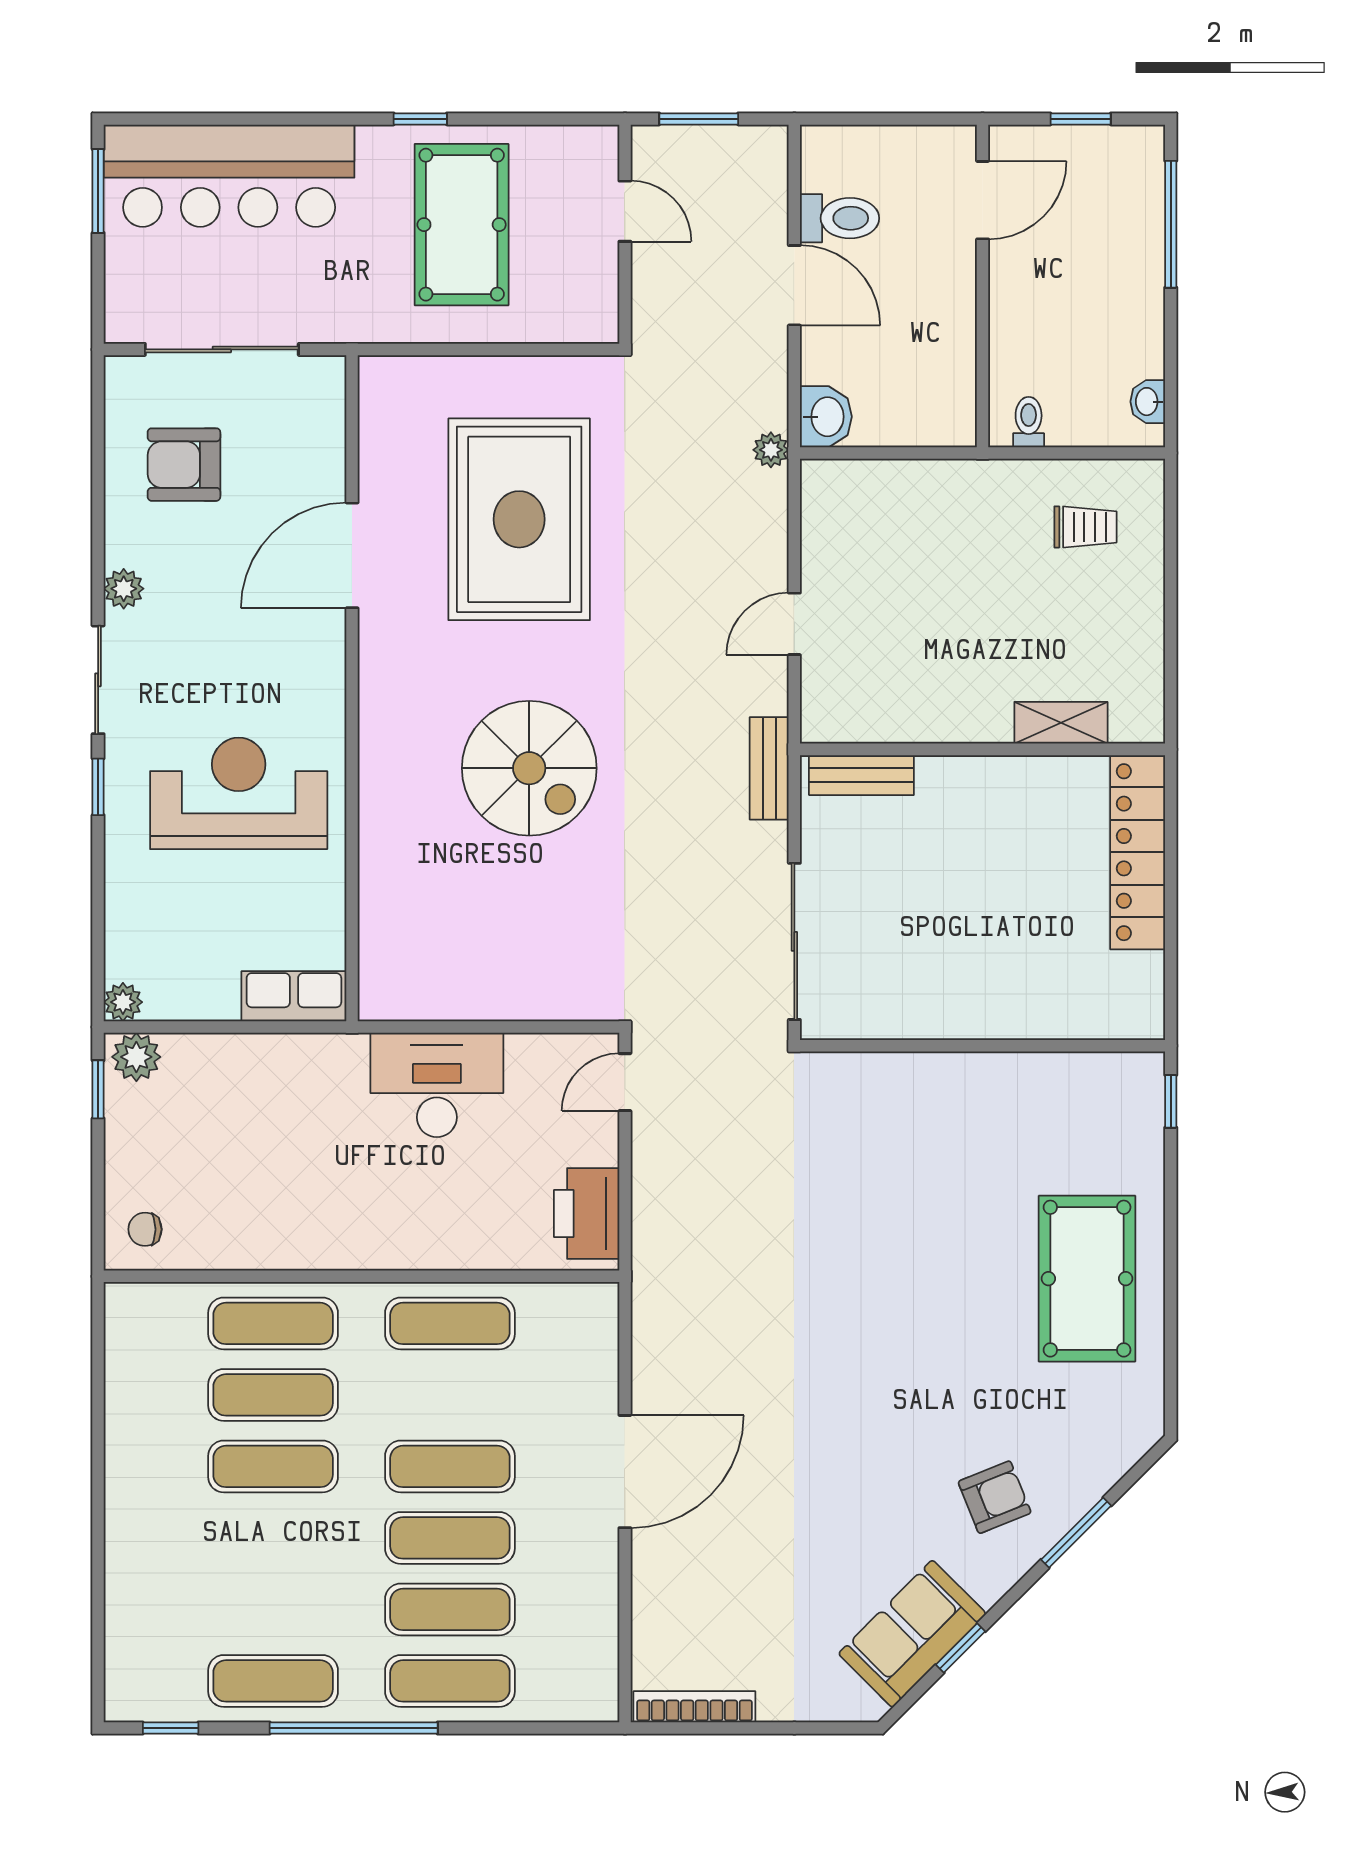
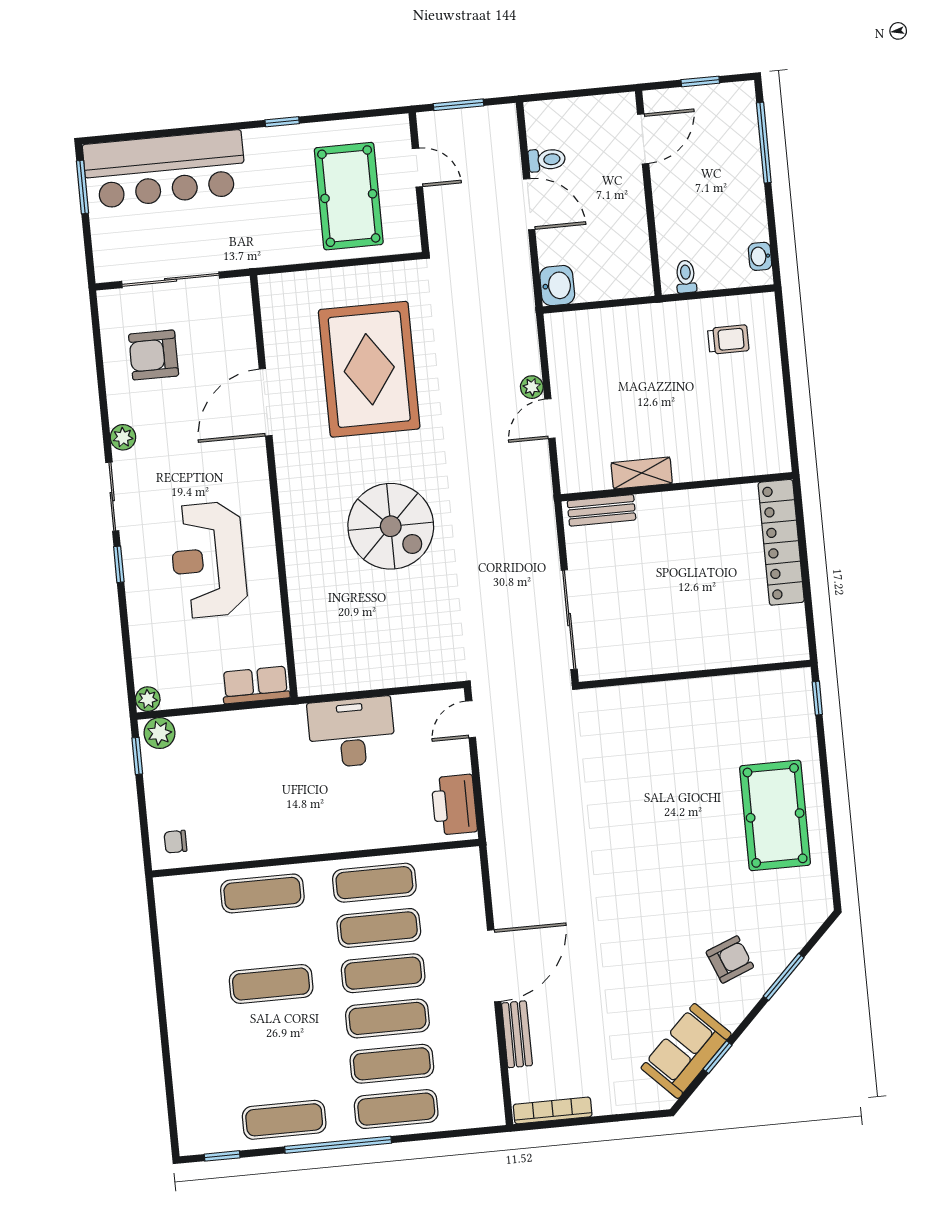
toilet: (840, 218) -> (547, 160), width x0.73, depth x0.72
pool table: (462, 225) -> (349, 196), moved
plant: (771, 450) -> (532, 387), moved
shelving: (1061, 723) -> (642, 473), moved
bench: (769, 768) -> (517, 1034), moved
reception desk: (239, 793) -> (208, 560), turned -90
exercise mat: (273, 1395) -> (379, 928), moved

